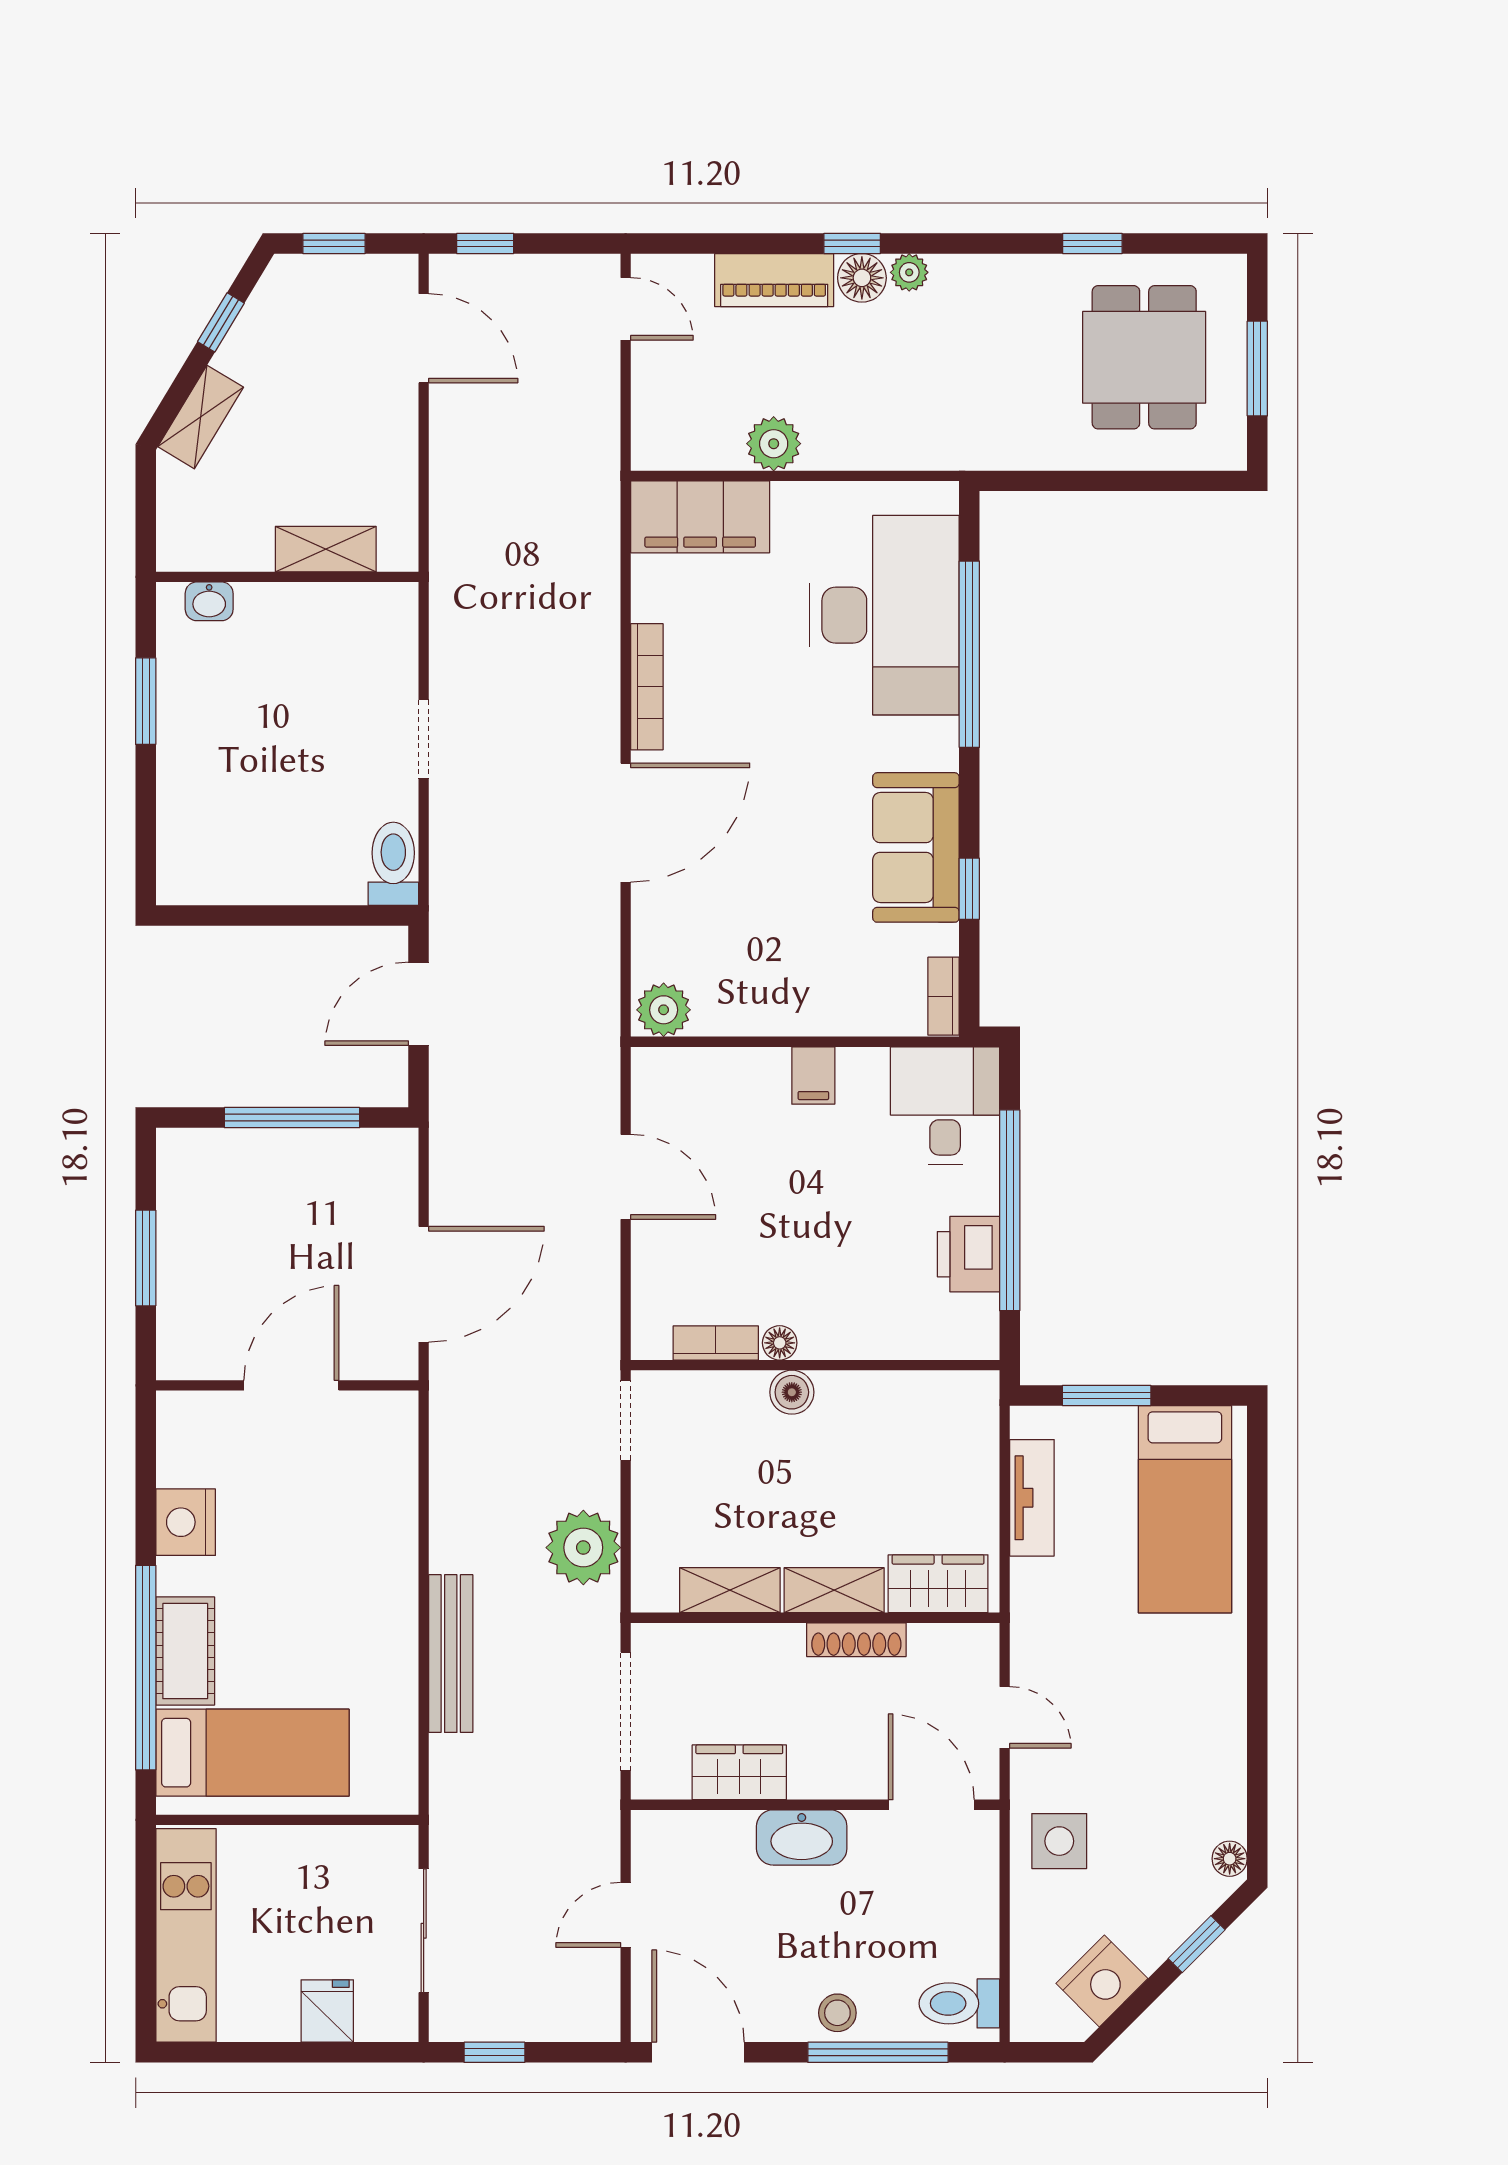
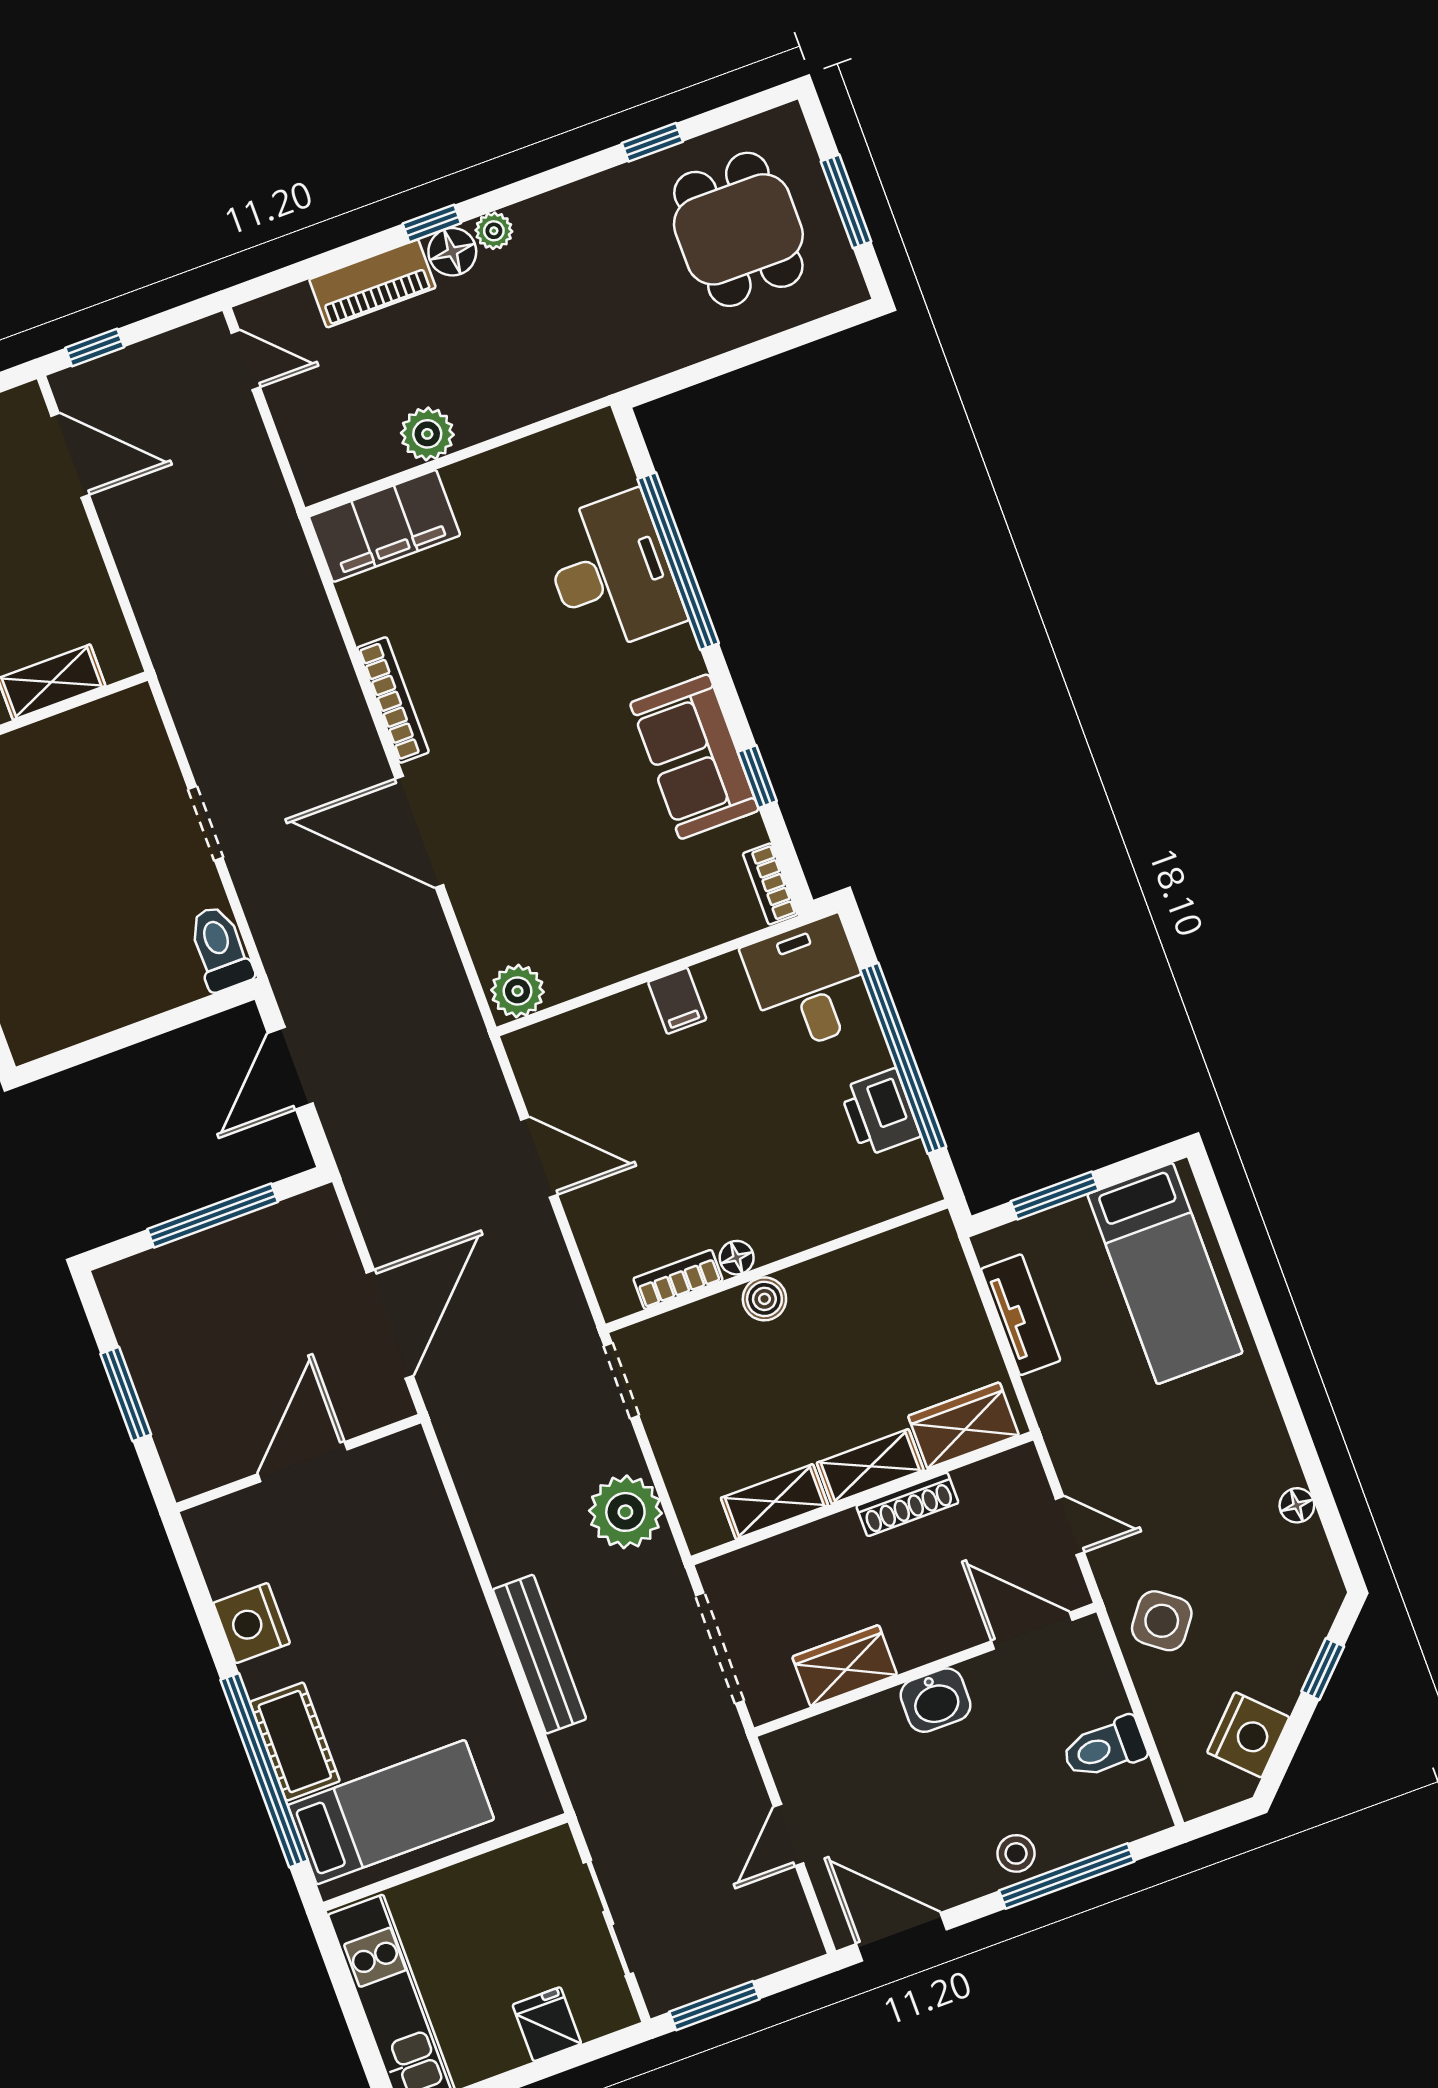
desk: (885, 615) -> (612, 572), width x0.73, depth x0.77
door: (626, 823) -> (419, 832), swing flipped
washbasin: (802, 1837) -> (935, 1700), width x0.72
side table: (1059, 1841) -> (1162, 1621), turned 37
floor lamp: (1230, 1859) -> (1297, 1505), moved
toilet: (959, 2003) -> (1104, 1748), moved
window: (494, 2052) -> (714, 2006), width x1.50

